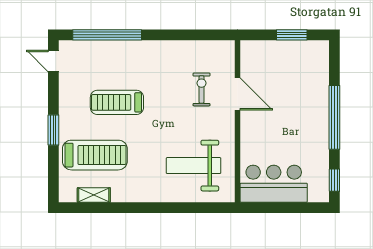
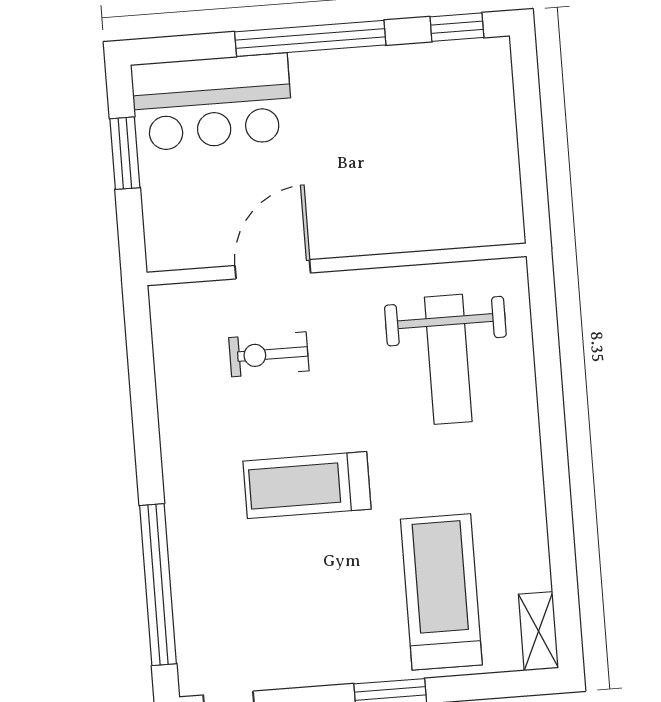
treadmill: (117, 102) -> (307, 485), moved, turned 90
bar counter: (274, 184) -> (212, 102), moved, turned -90
shelving: (94, 195) -> (538, 631), moved

